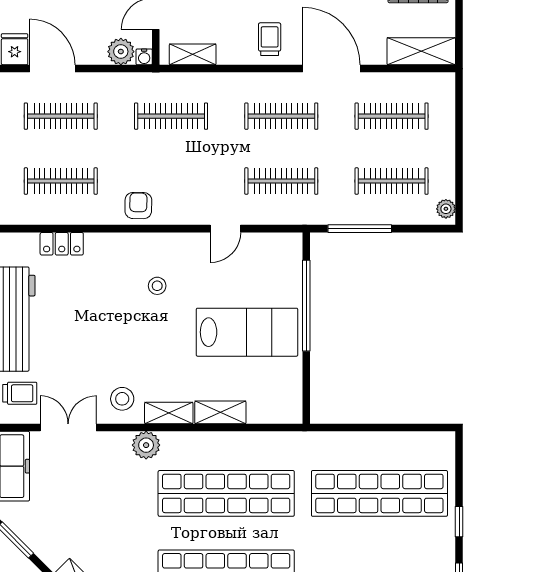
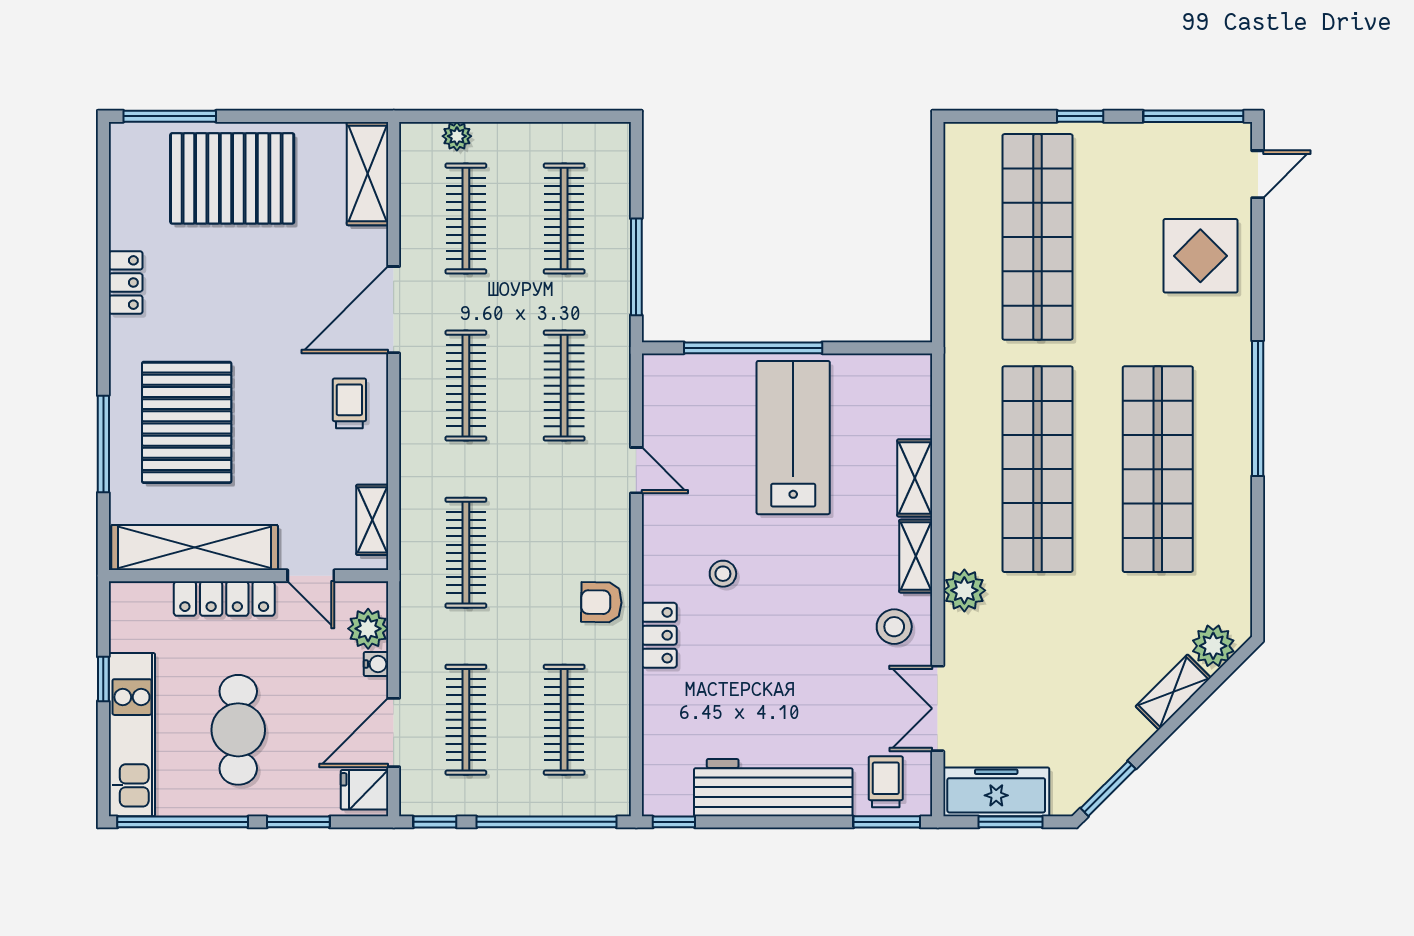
trolley: (270, 39) -> (349, 403), turned 90
water cooler: (144, 57) -> (376, 664), moved
plant: (446, 209) -> (457, 136), moved
locker: (62, 244) -> (659, 635), moved

